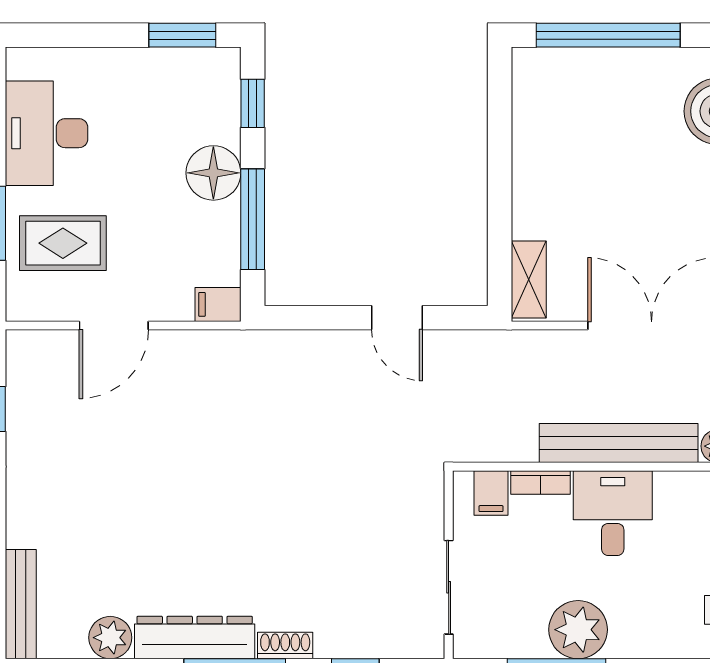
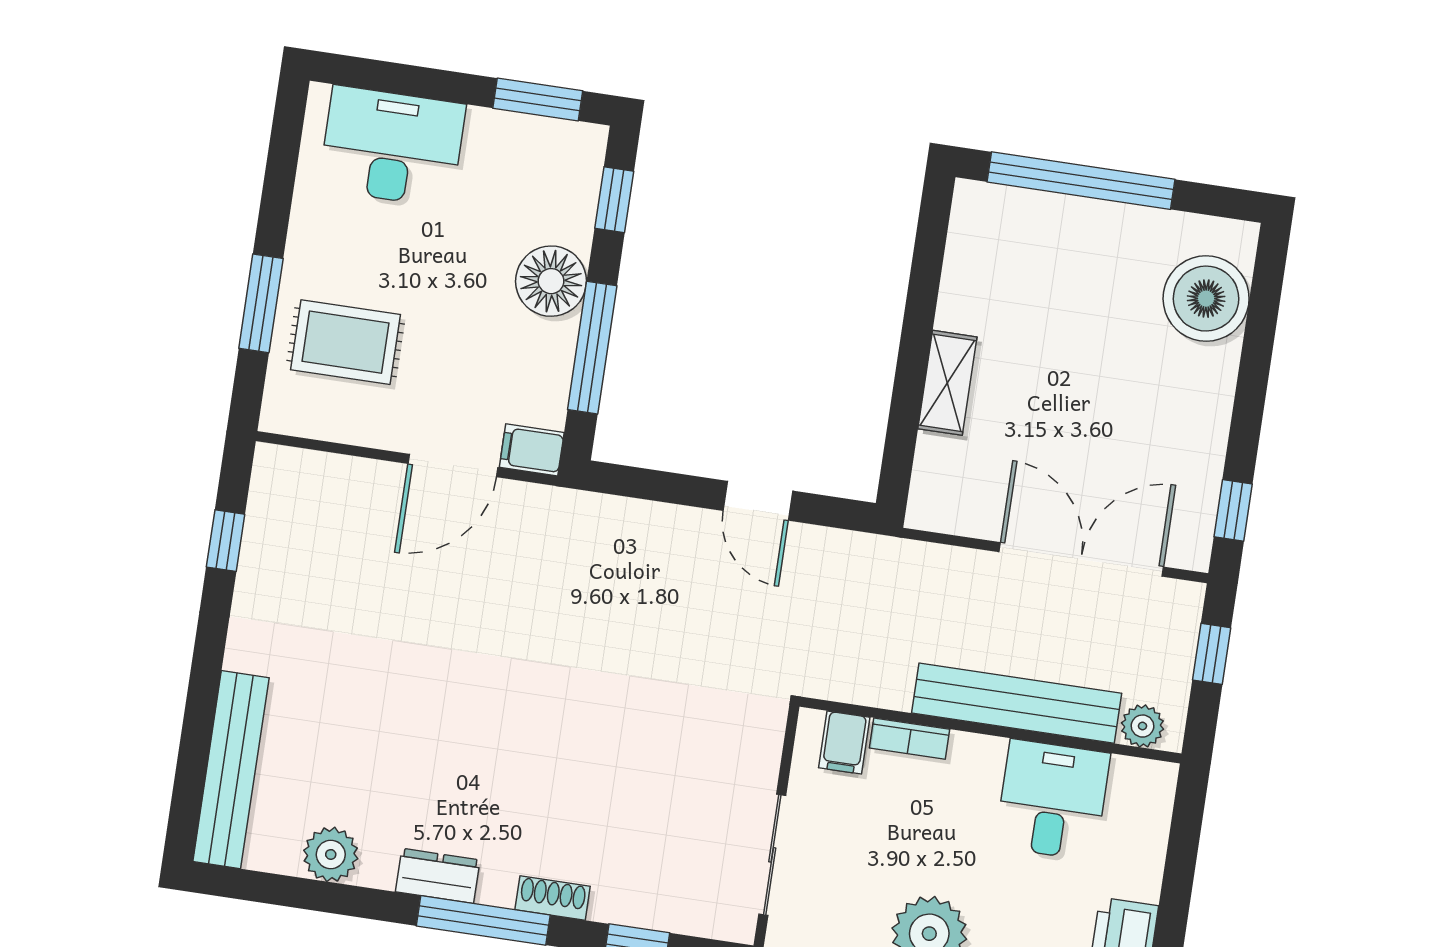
desk: (47, 133) -> (392, 147), moved, turned 90
shelving: (529, 279) -> (947, 383), moved
door: (114, 325) -> (453, 466), moved
desk: (613, 513) -> (1053, 800), moved
bench: (21, 604) -> (231, 770), width x1.37, depth x1.21
dresser: (195, 637) -> (438, 876), width x0.51, depth x0.80

